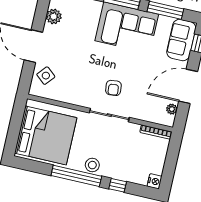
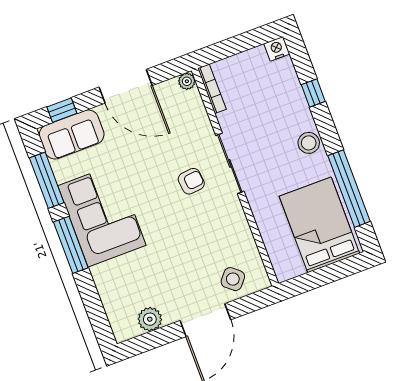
plant: (172, 109) -> (187, 81), moved
bed: (46, 135) -> (319, 225), width x0.73
window: (76, 176) -> (349, 189), moved

